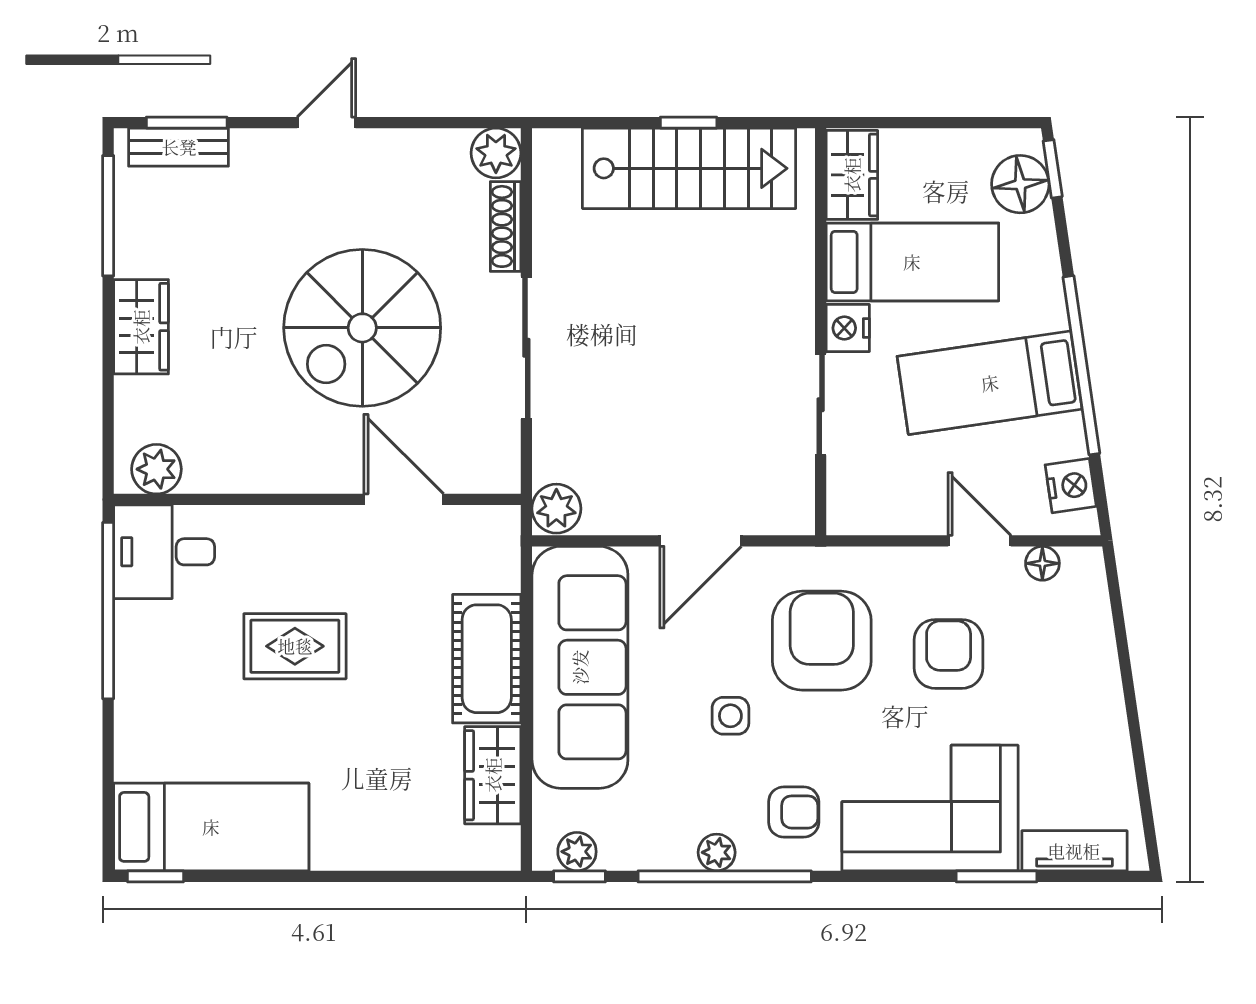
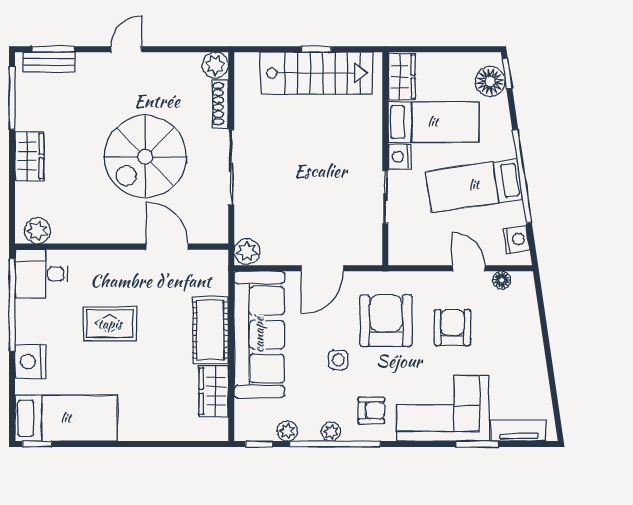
nightstand: (143, 719) -> (30, 362), added
plant: (577, 852) -> (287, 431), moved

